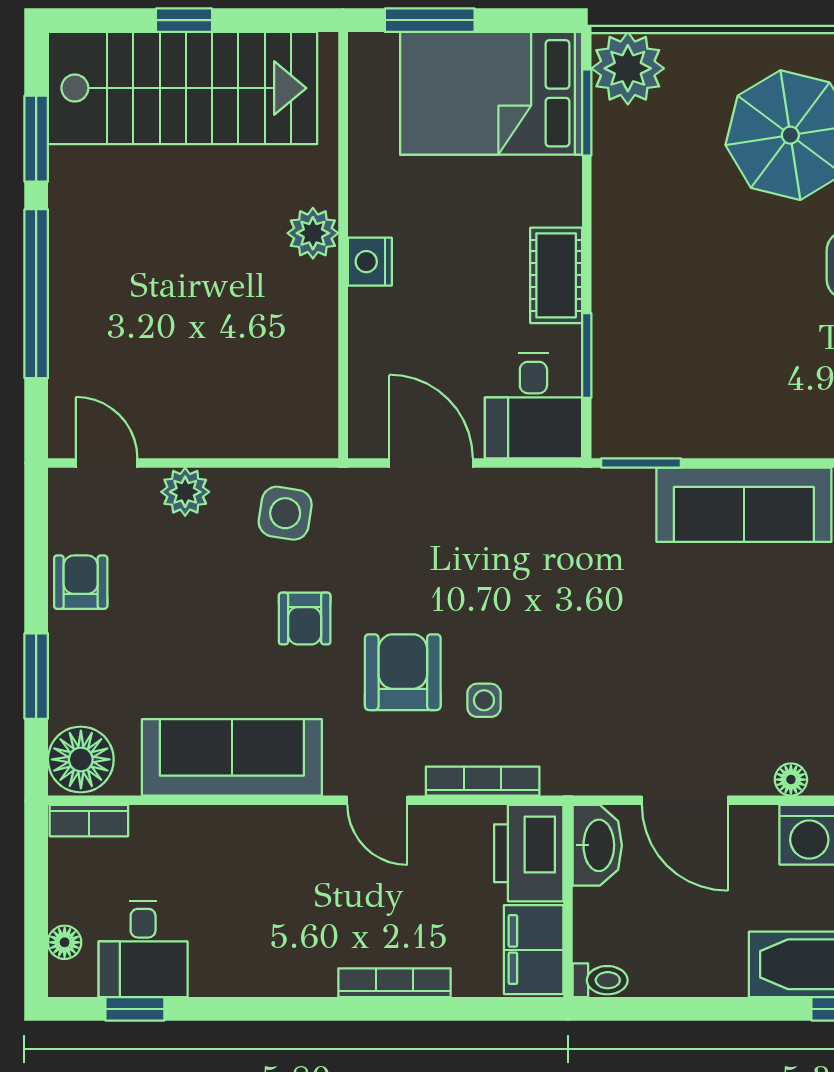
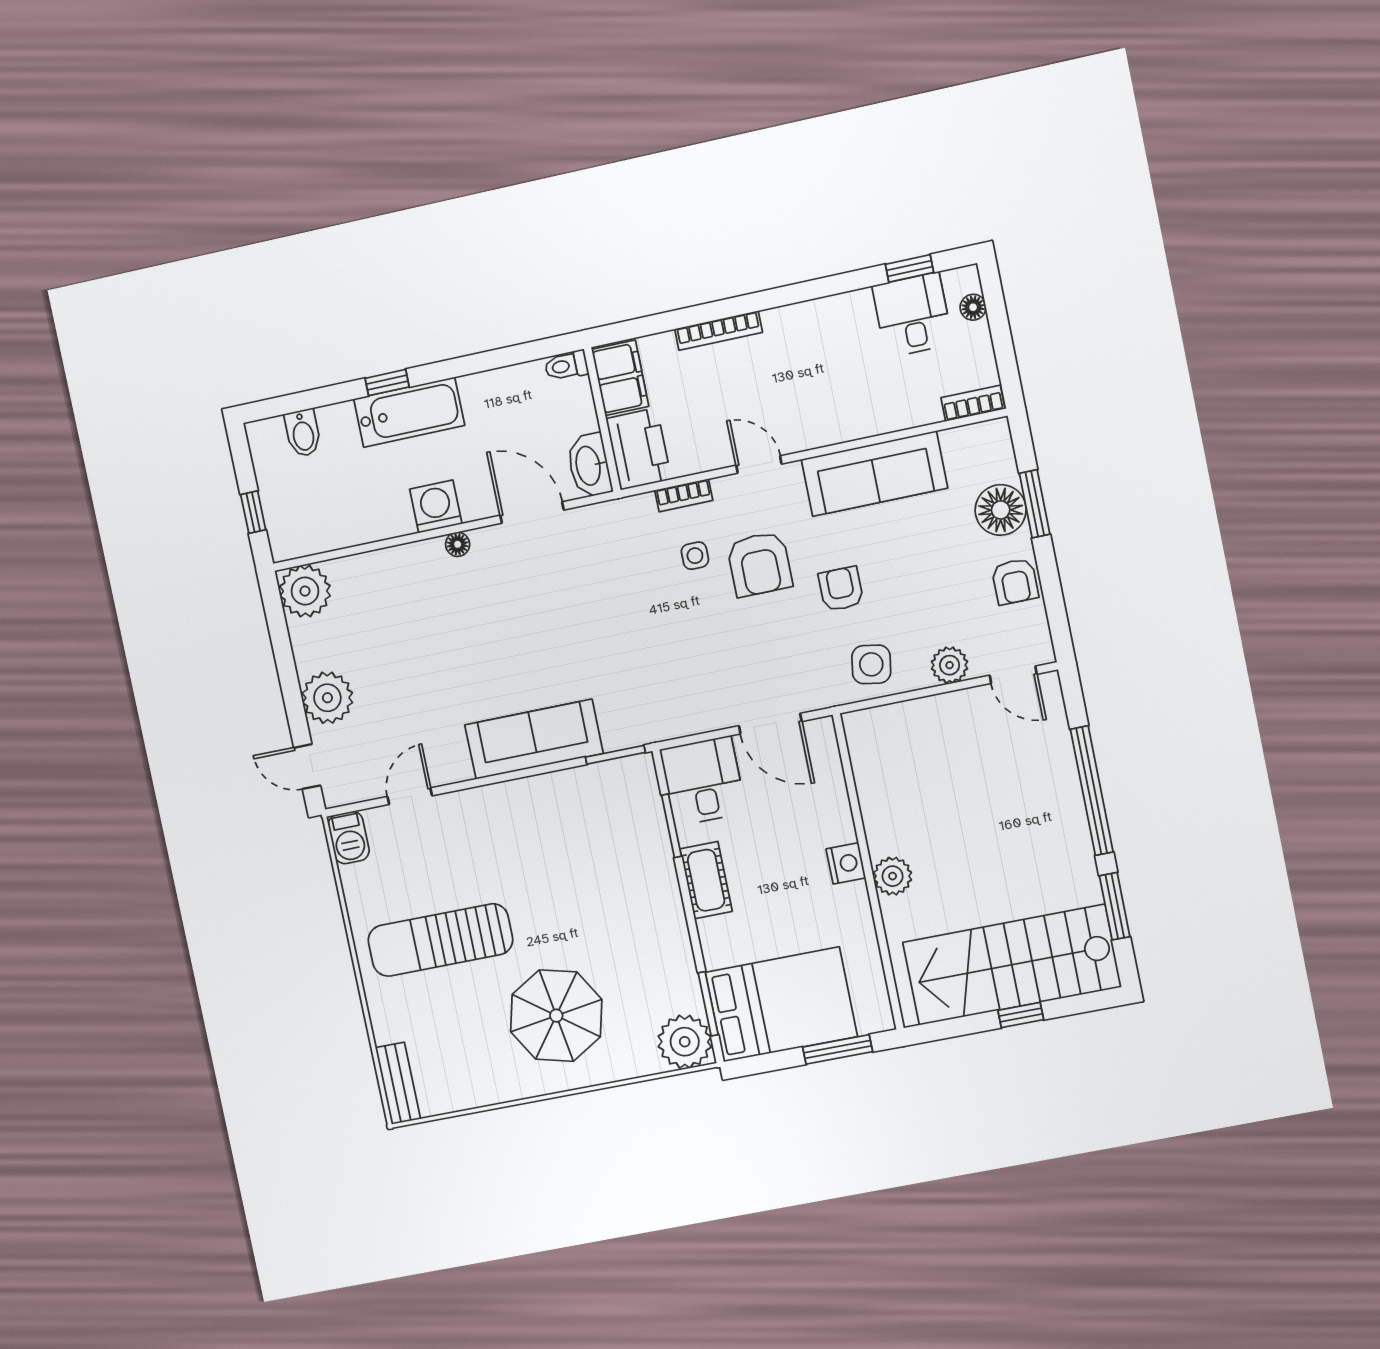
floor lamp: (81, 759) -> (1001, 510), moved
bookcase: (483, 781) -> (684, 495), width x0.64

